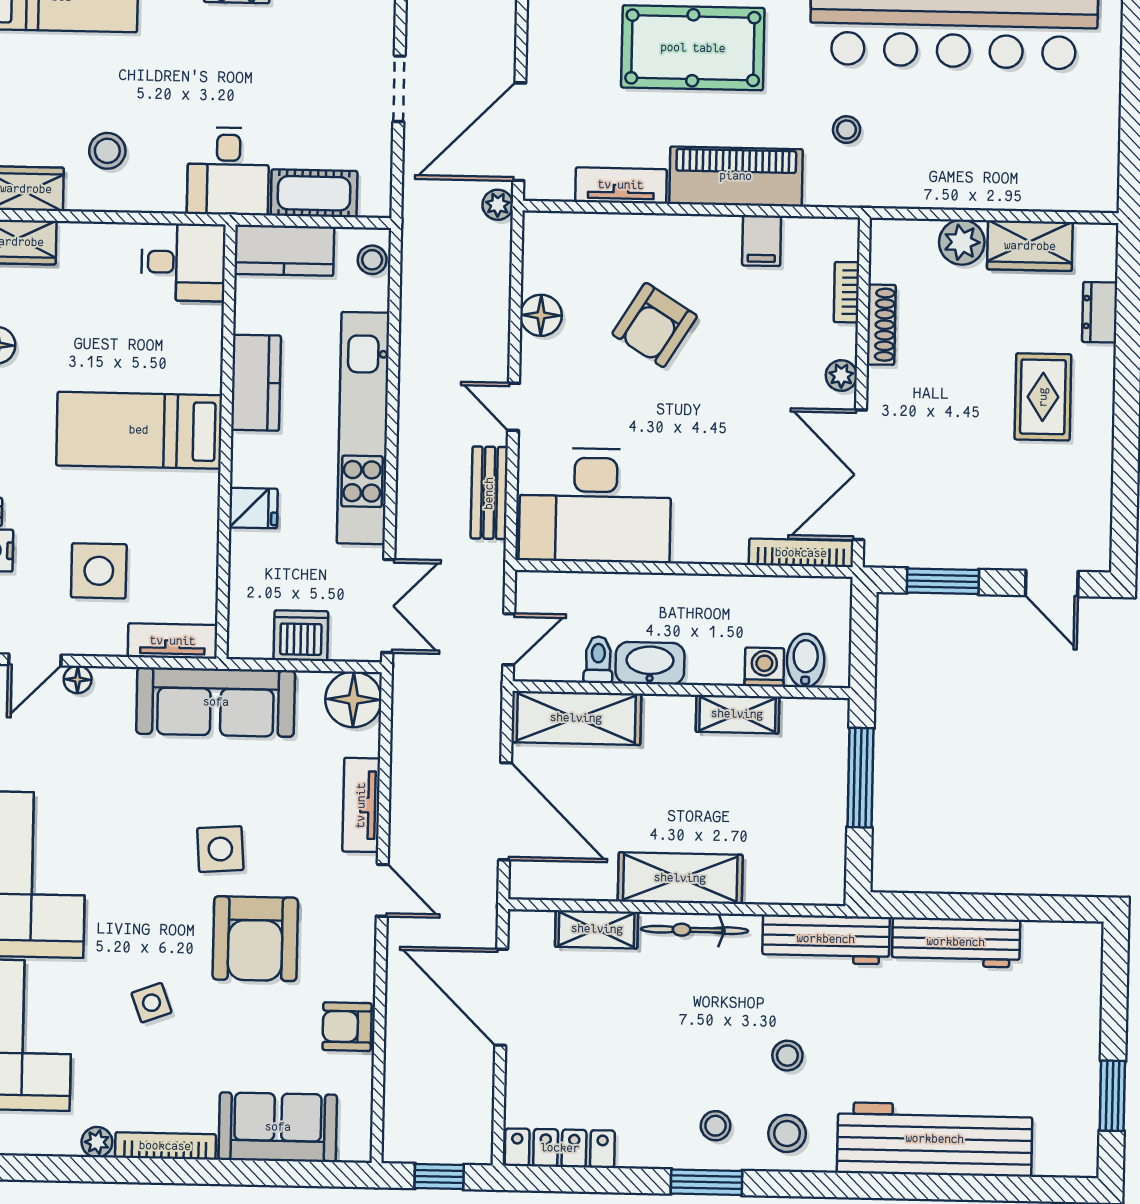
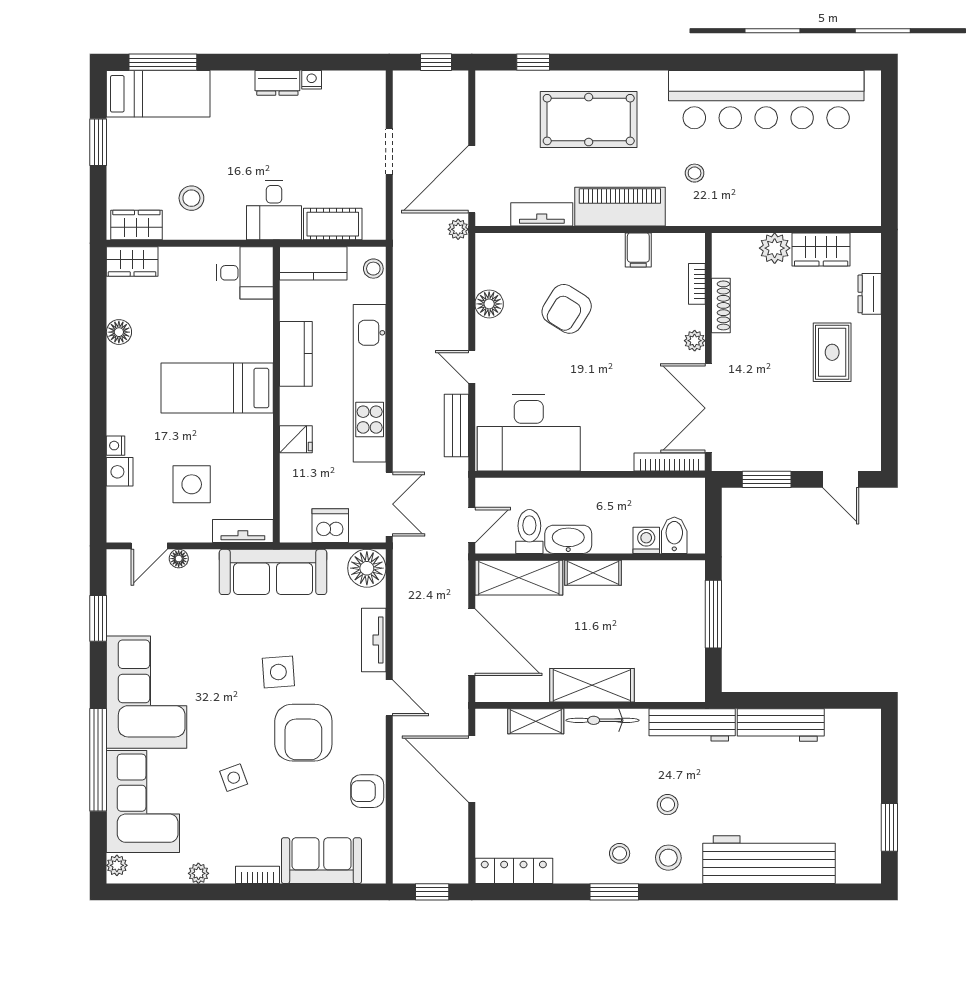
toilet: (598, 660) -> (529, 532), width x1.37, depth x1.39
shelving: (737, 714) -> (593, 573), moved
bookcase: (165, 1146) -> (258, 875), width x0.64

